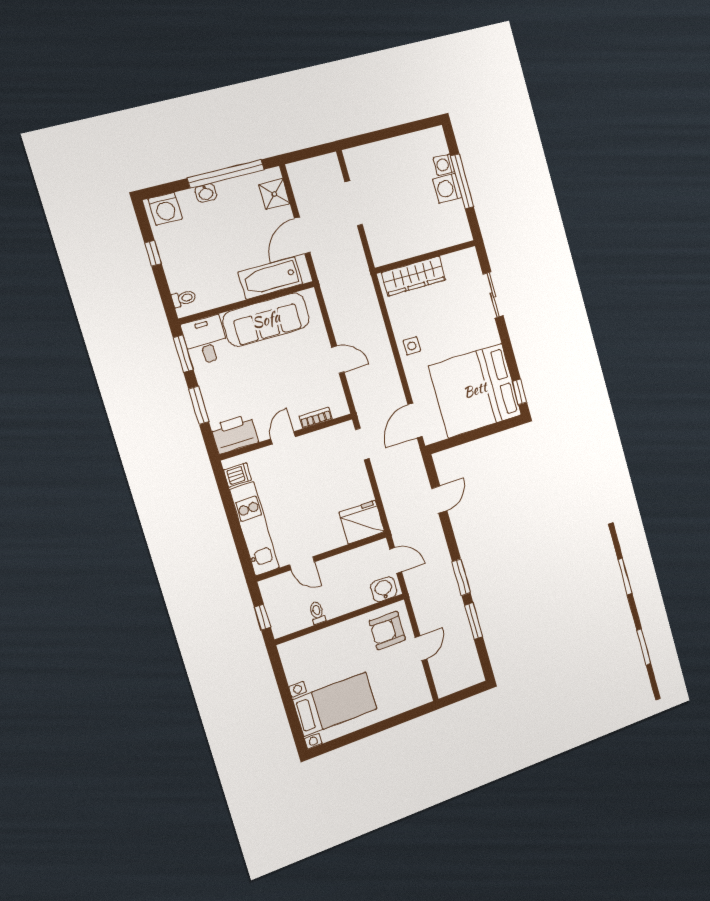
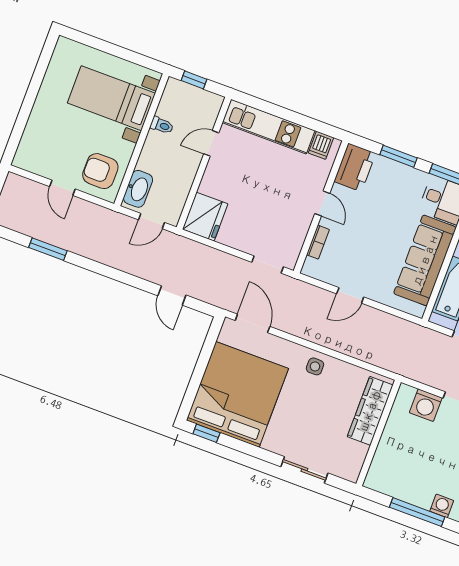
washing machine: (447, 188) -> (426, 405), moved, turned 180
window: (461, 577) -> (93, 266), removed
washbasin: (384, 589) -> (138, 189), width x1.38
armchair: (387, 630) -> (100, 171), turned -90
bed with nightstands: (335, 704) -> (111, 98), moved, turned 90

